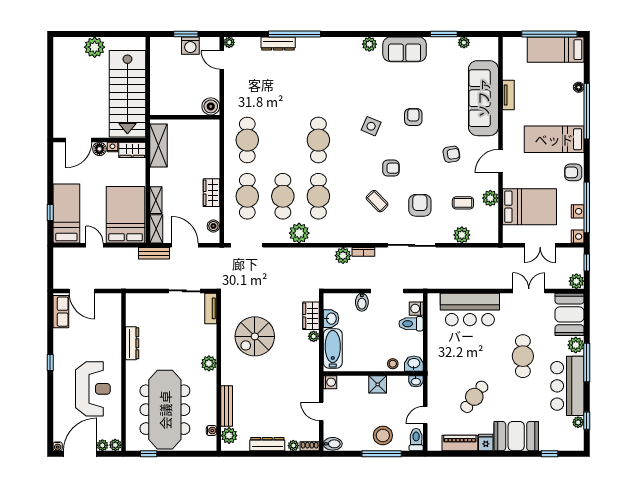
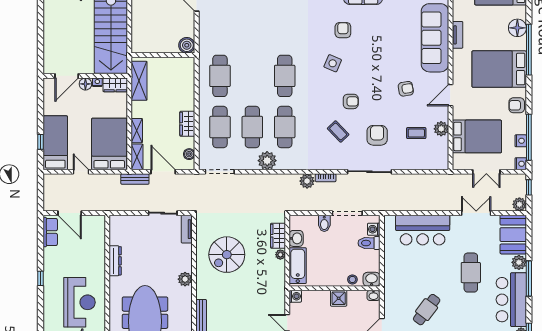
floor lamp: (579, 87) -> (517, 28), width x1.89, depth x1.89
armchair: (413, 117) -> (343, 30), moved
bed: (554, 139) -> (499, 69), width x1.50
plant: (462, 235) -> (415, 162), removed

